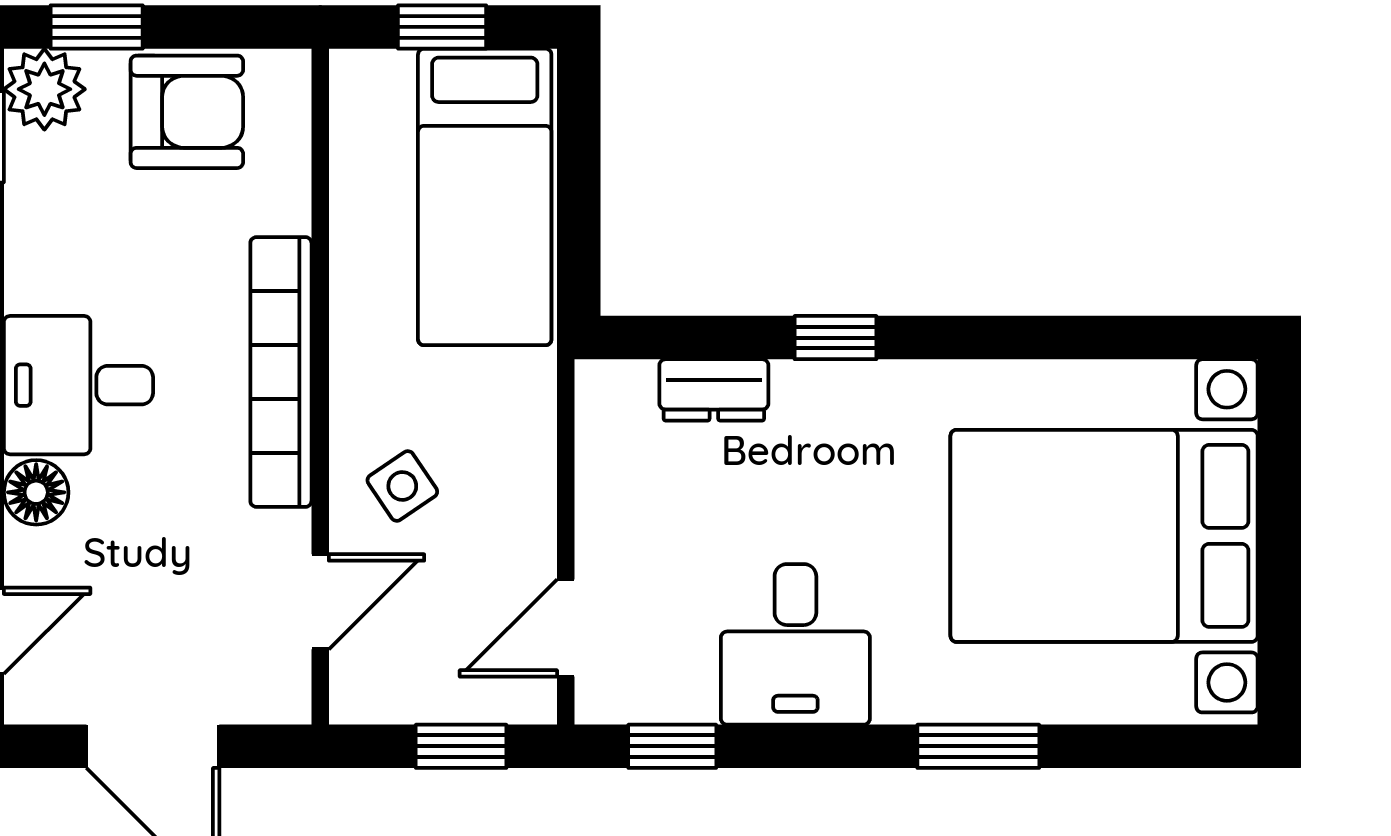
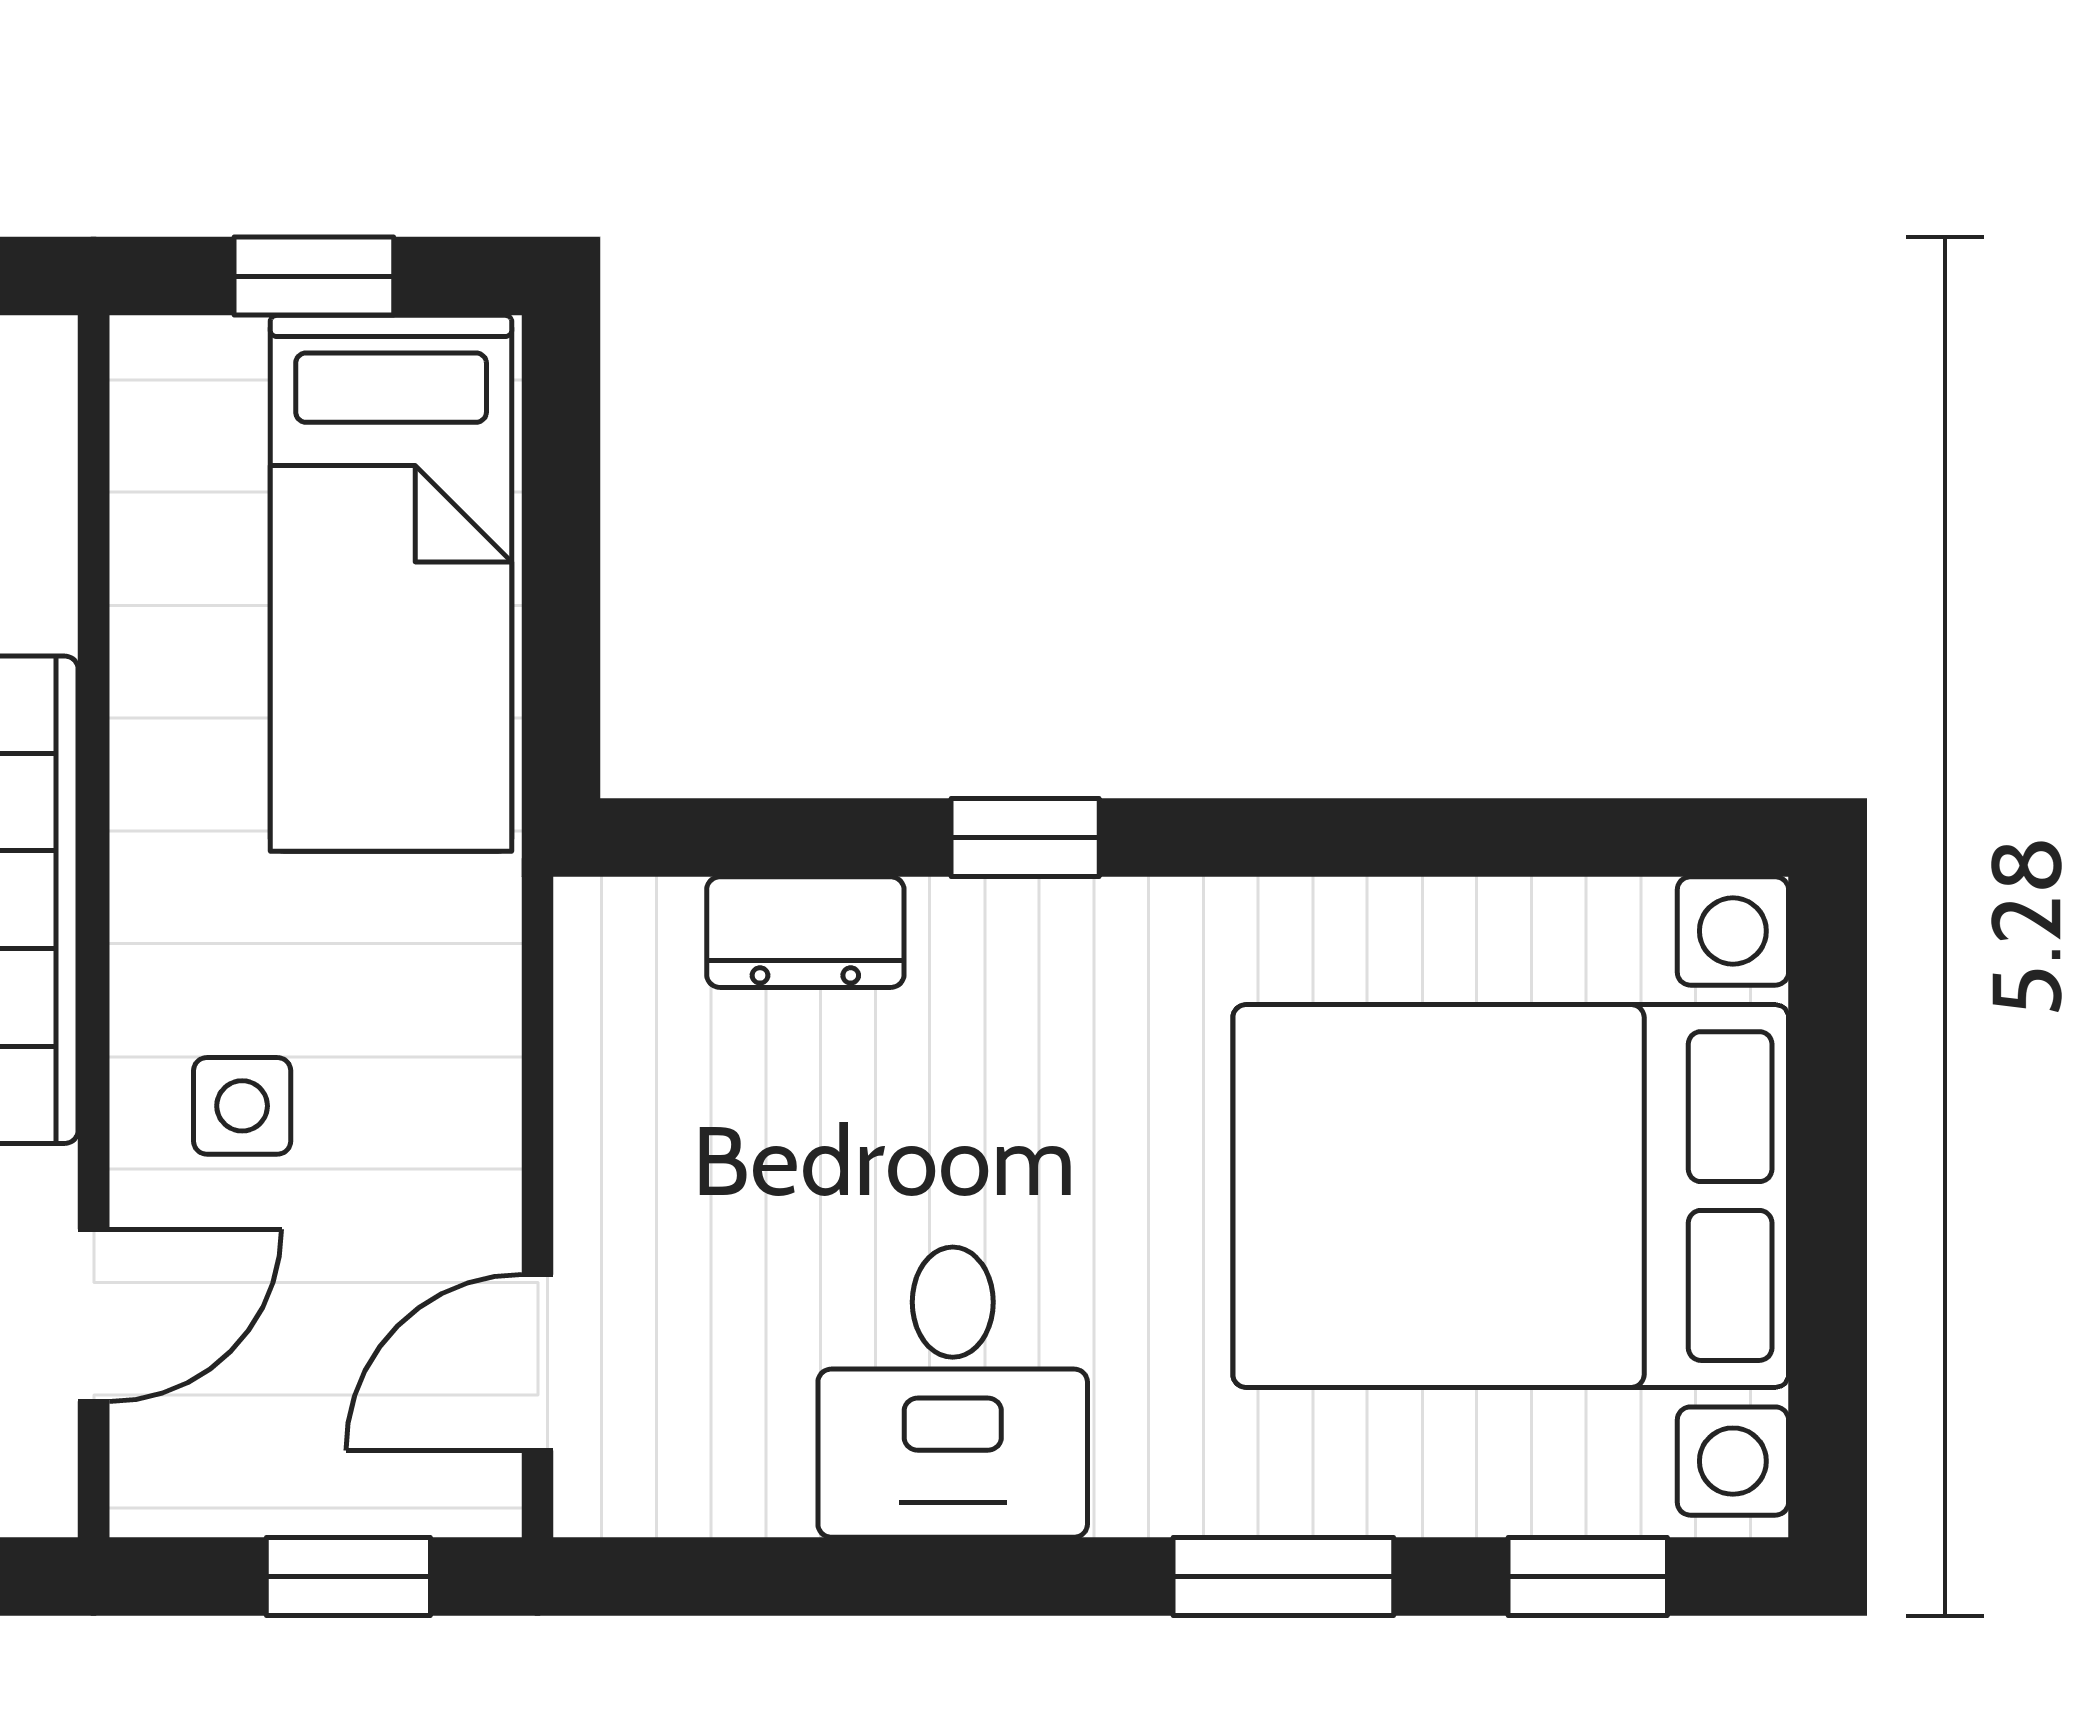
side table: (402, 486) -> (242, 1106), turned 34
window: (672, 746) -> (1588, 1577), moved

